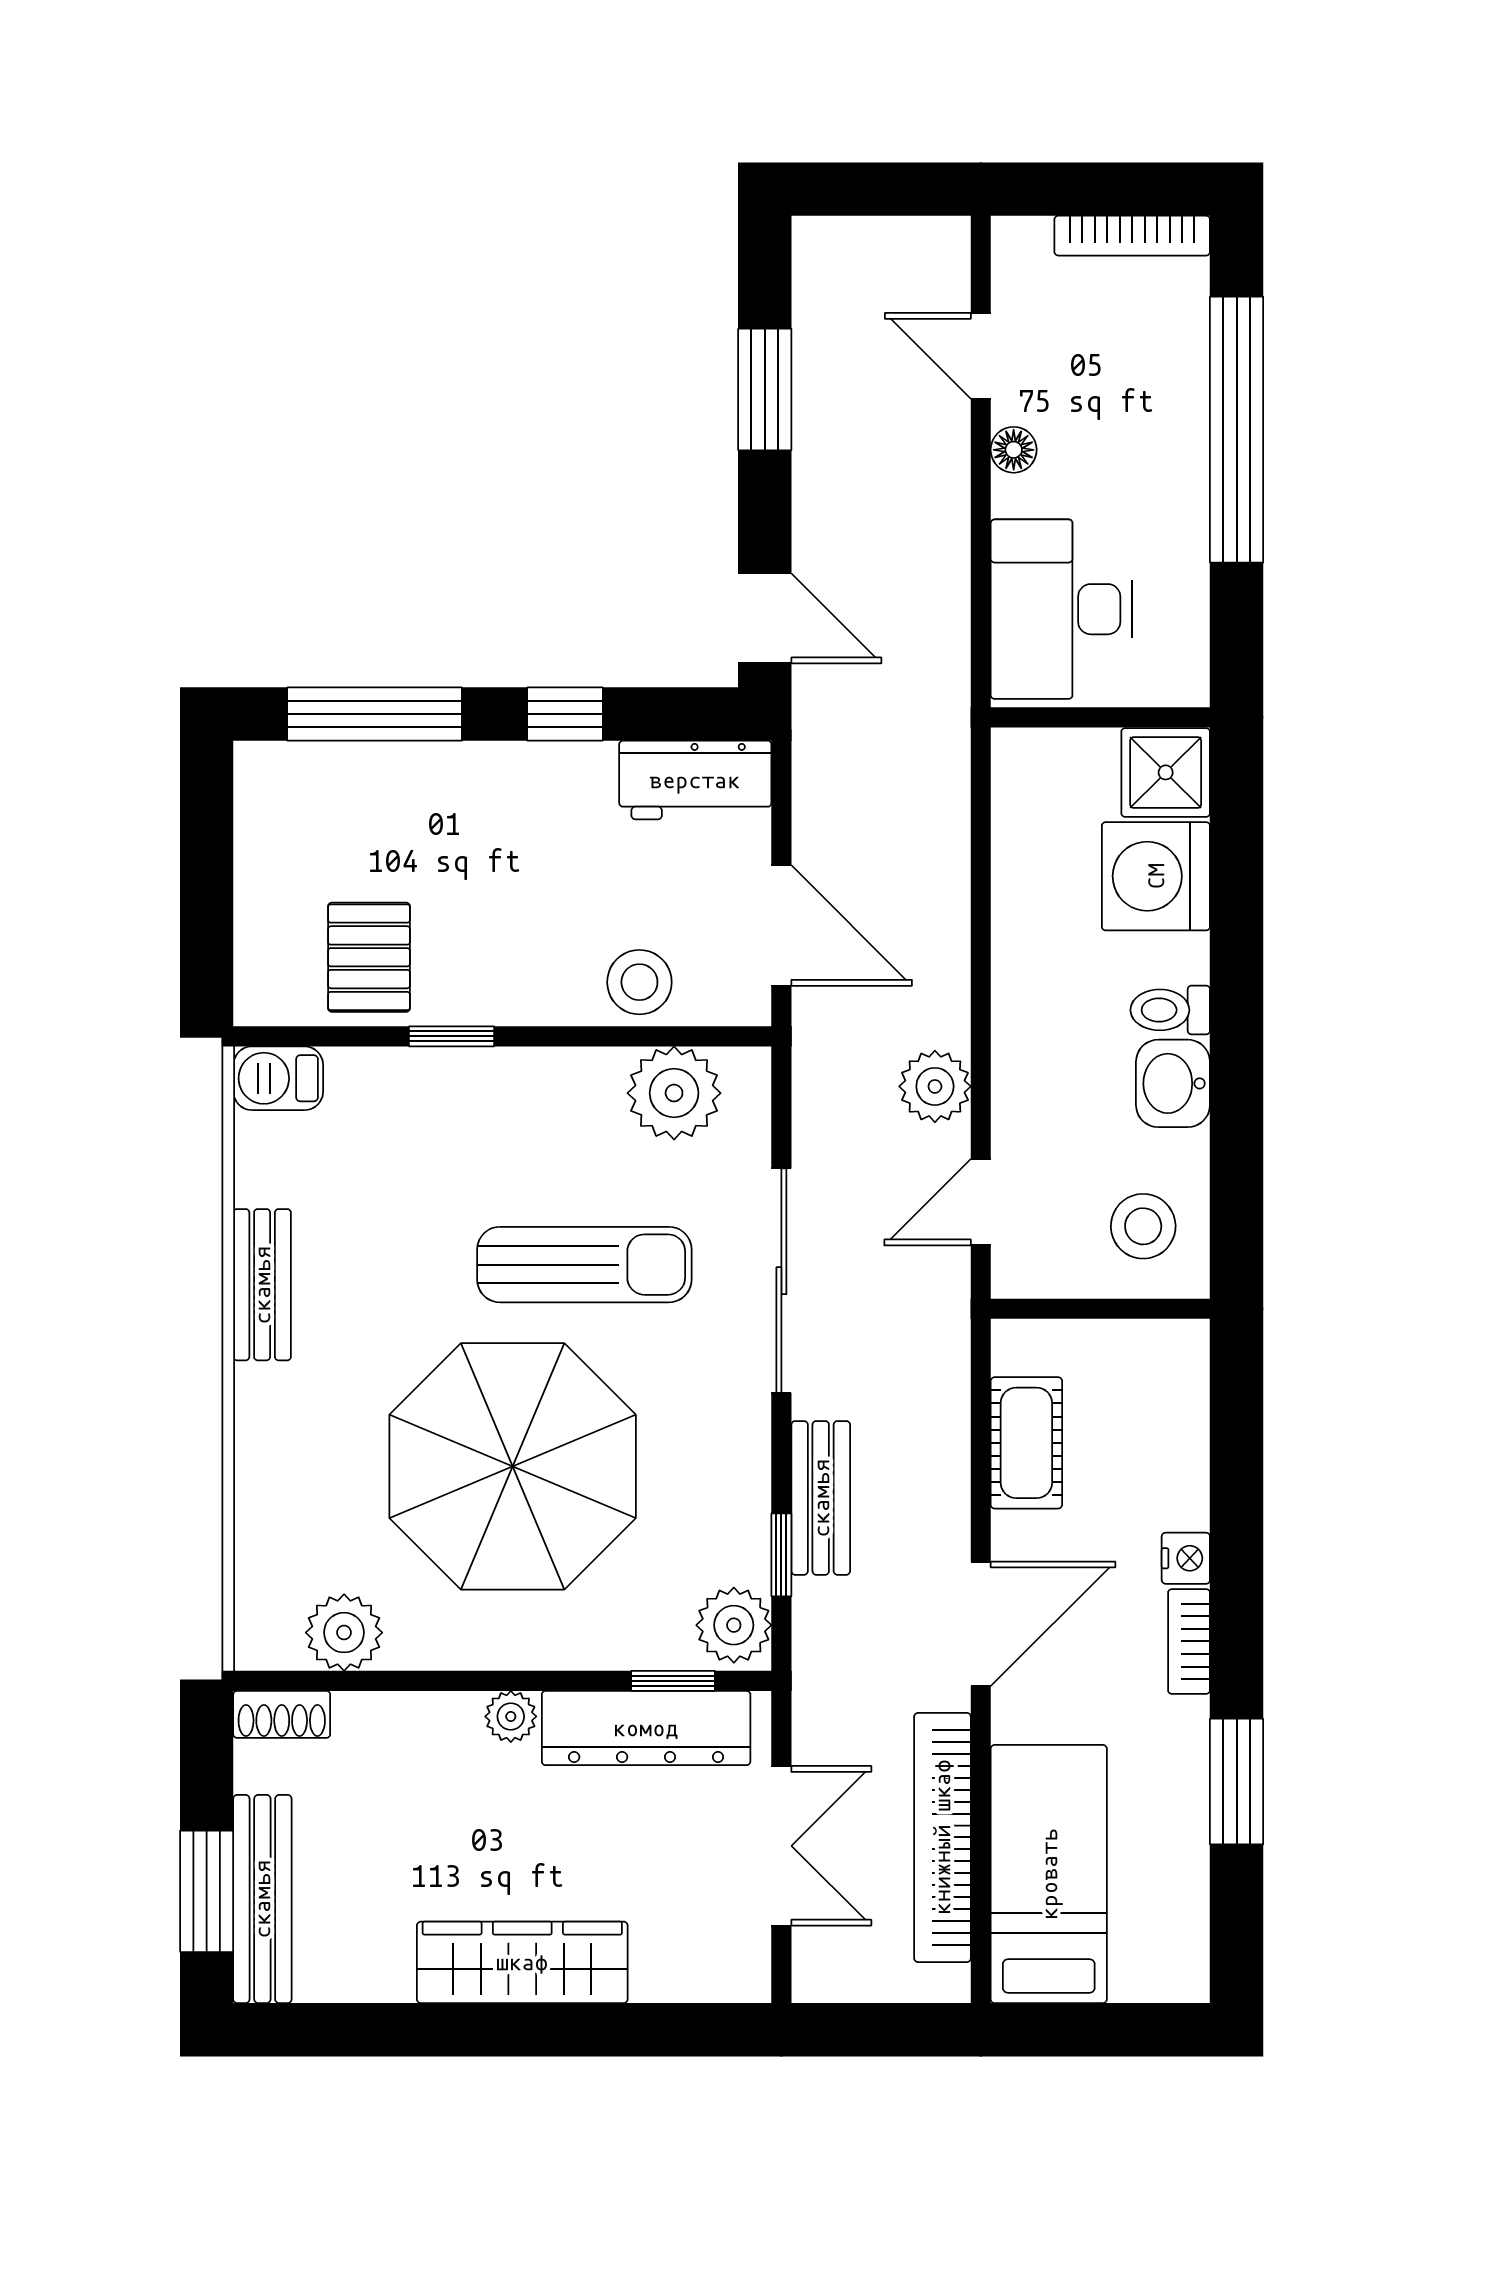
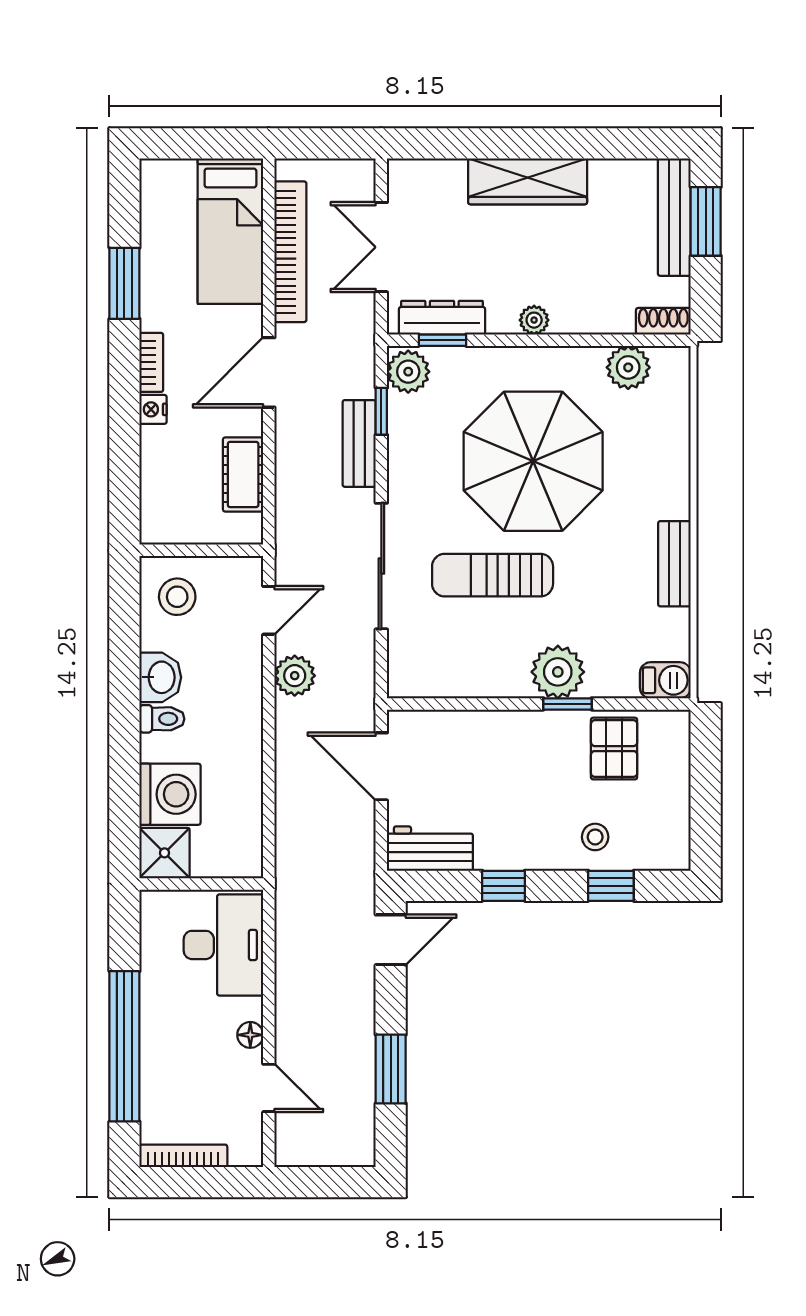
door: (765, 618) -> (391, 940), swing flipped
window: (375, 714) -> (611, 886), width x0.46
stool: (639, 982) -> (595, 837), moved, width x0.73, depth x0.73
plant: (674, 1093) -> (558, 672), moved
dresser: (646, 1728) -> (442, 318), width x0.73, depth x0.80

